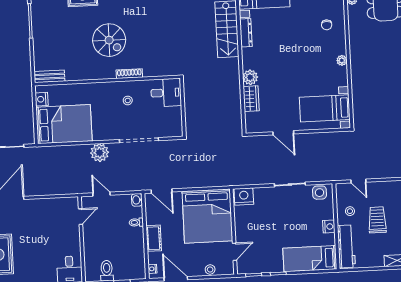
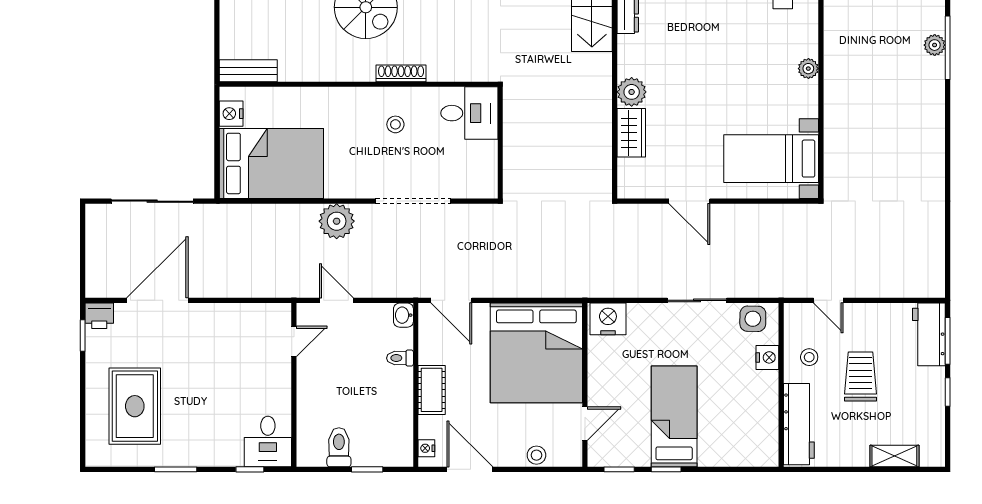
nightstand: (329, 227) -> (767, 357), moved
bed: (310, 259) -> (674, 416), moved, turned 90

